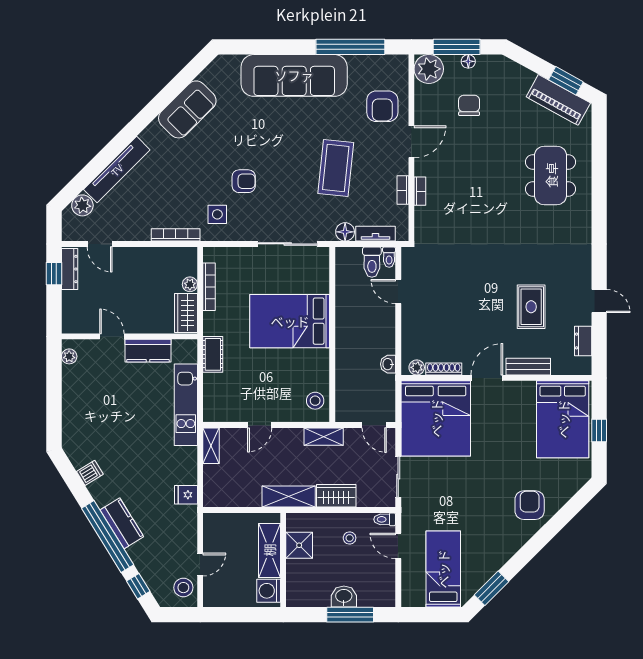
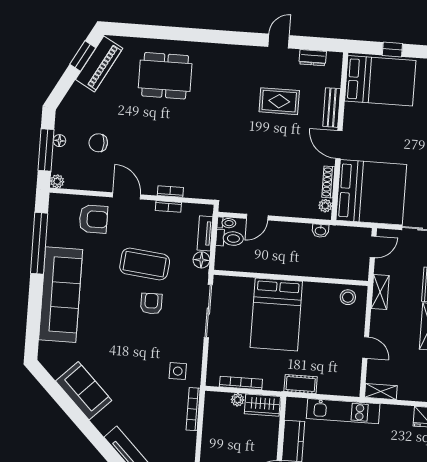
plant: (429, 69) -> (57, 181), width x0.53, depth x0.53
armchair: (244, 181) -> (151, 304), moved

